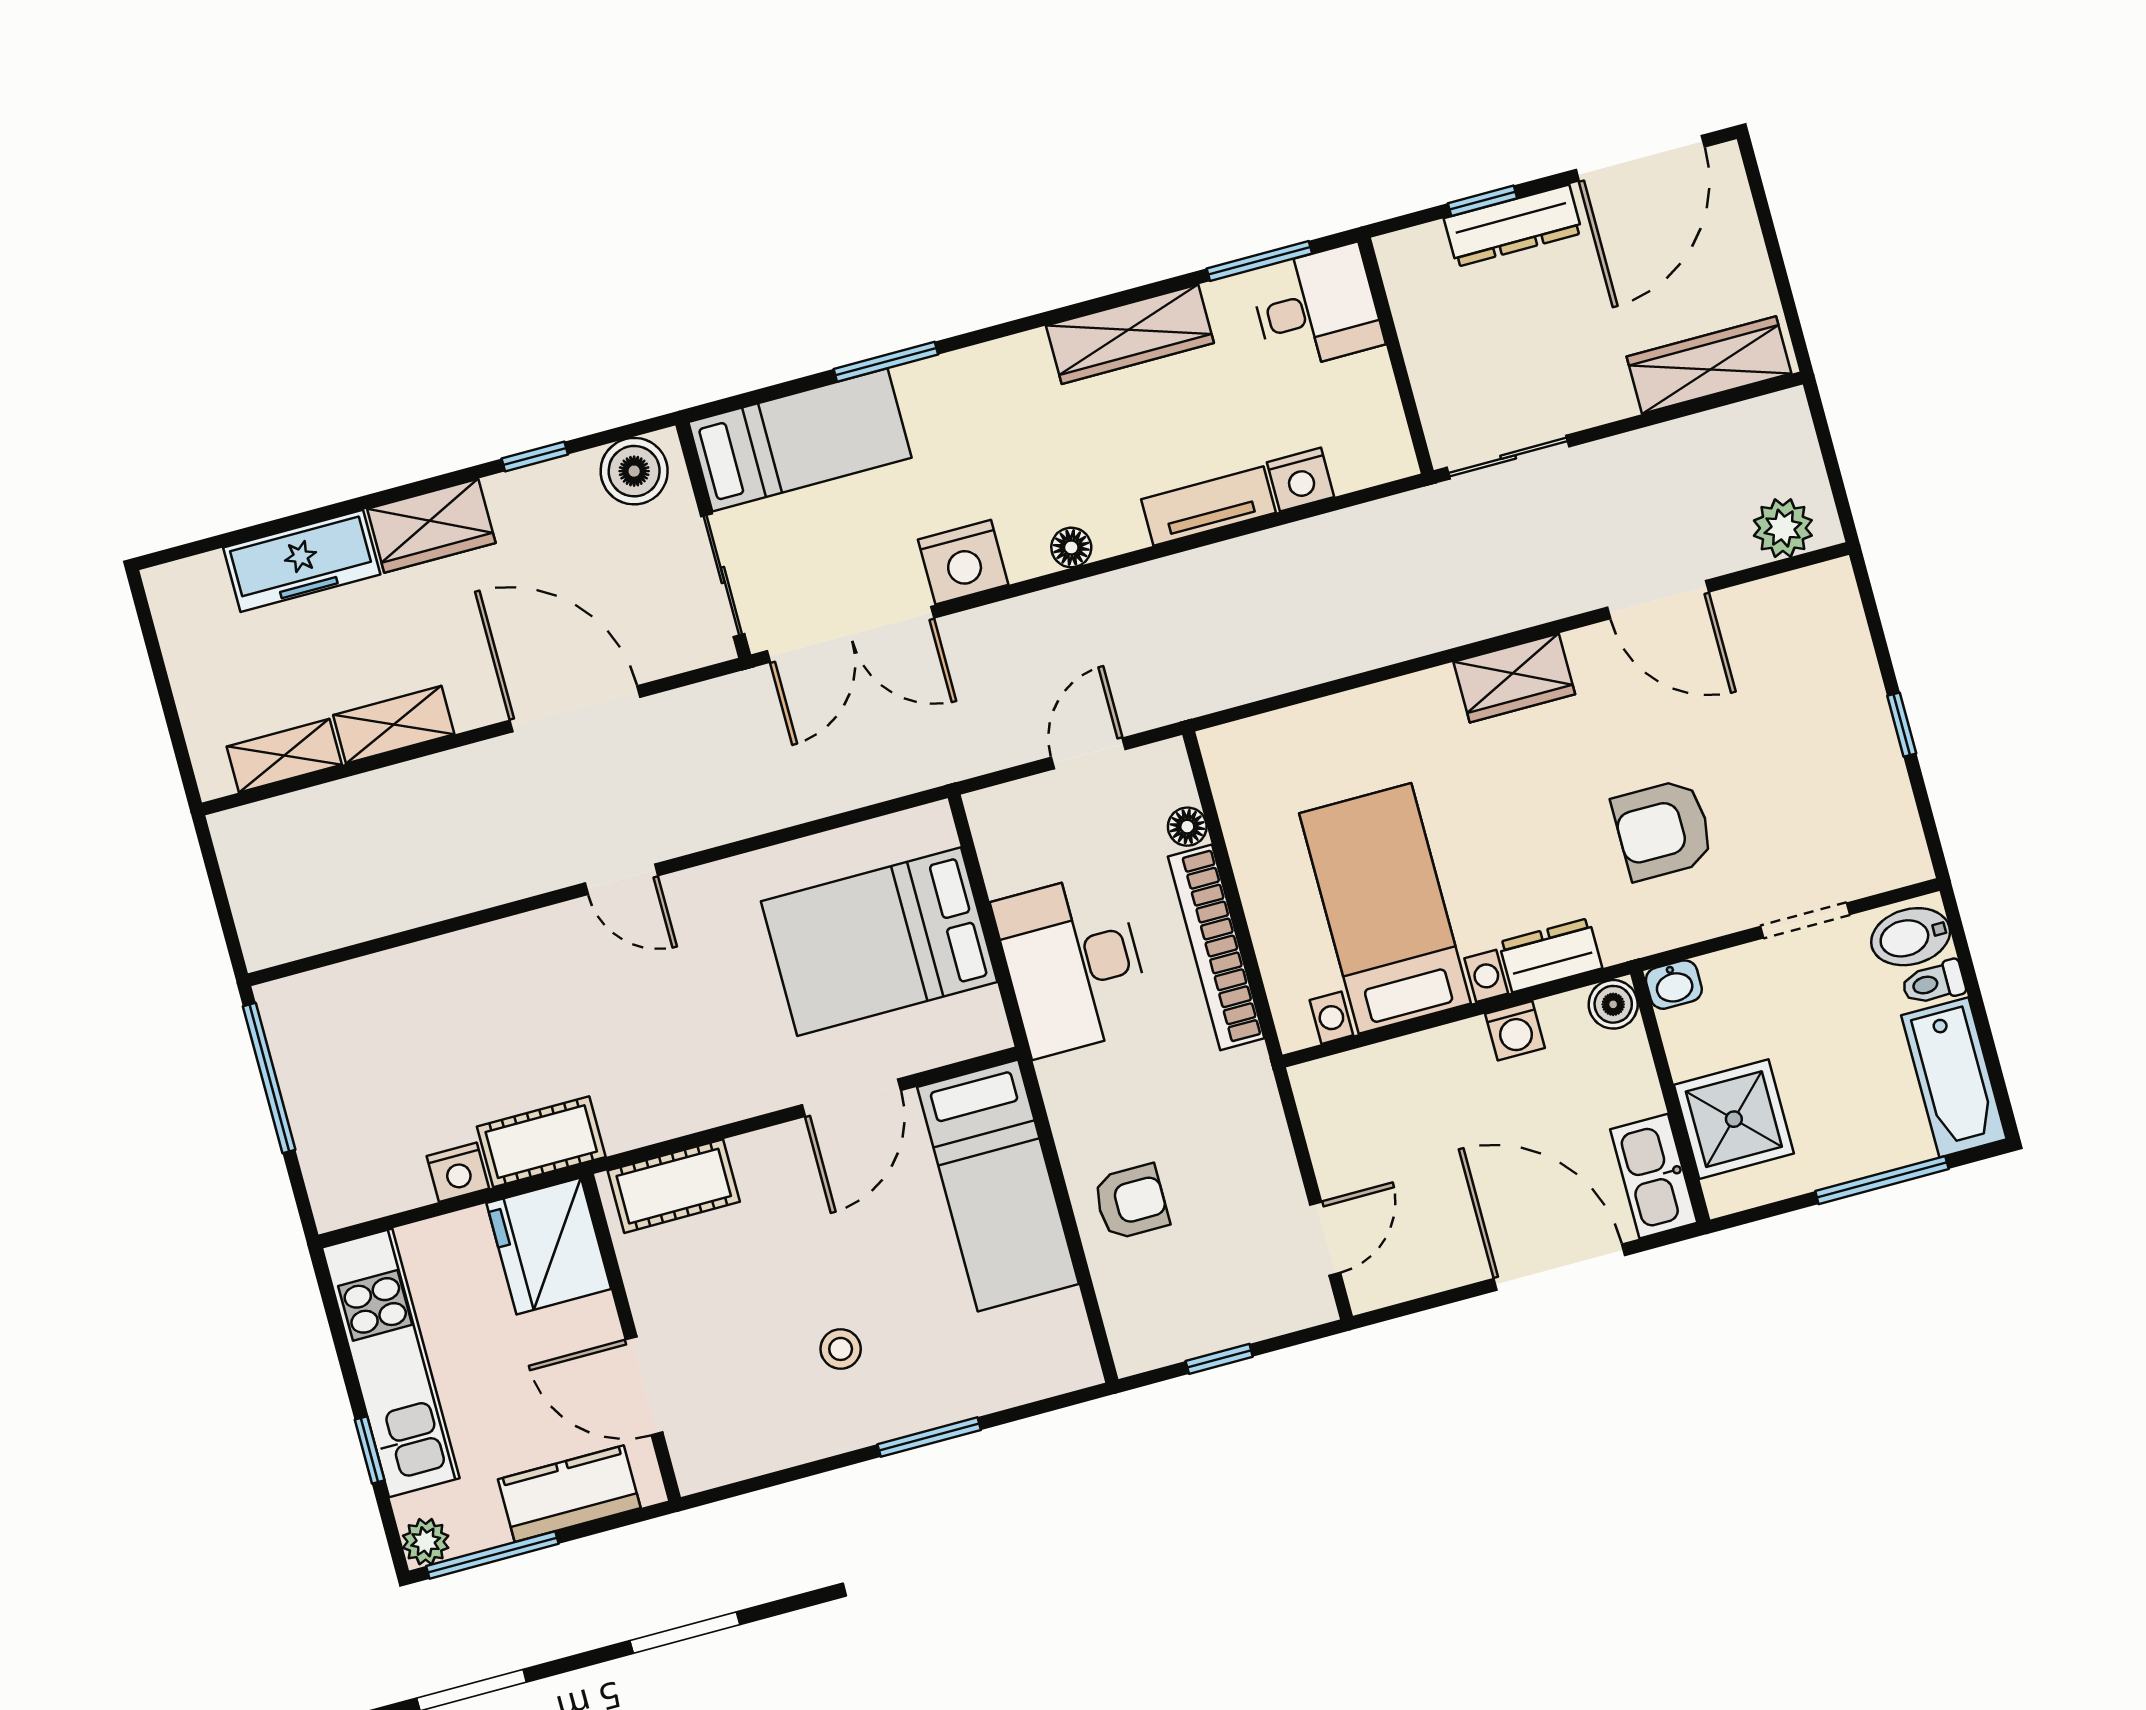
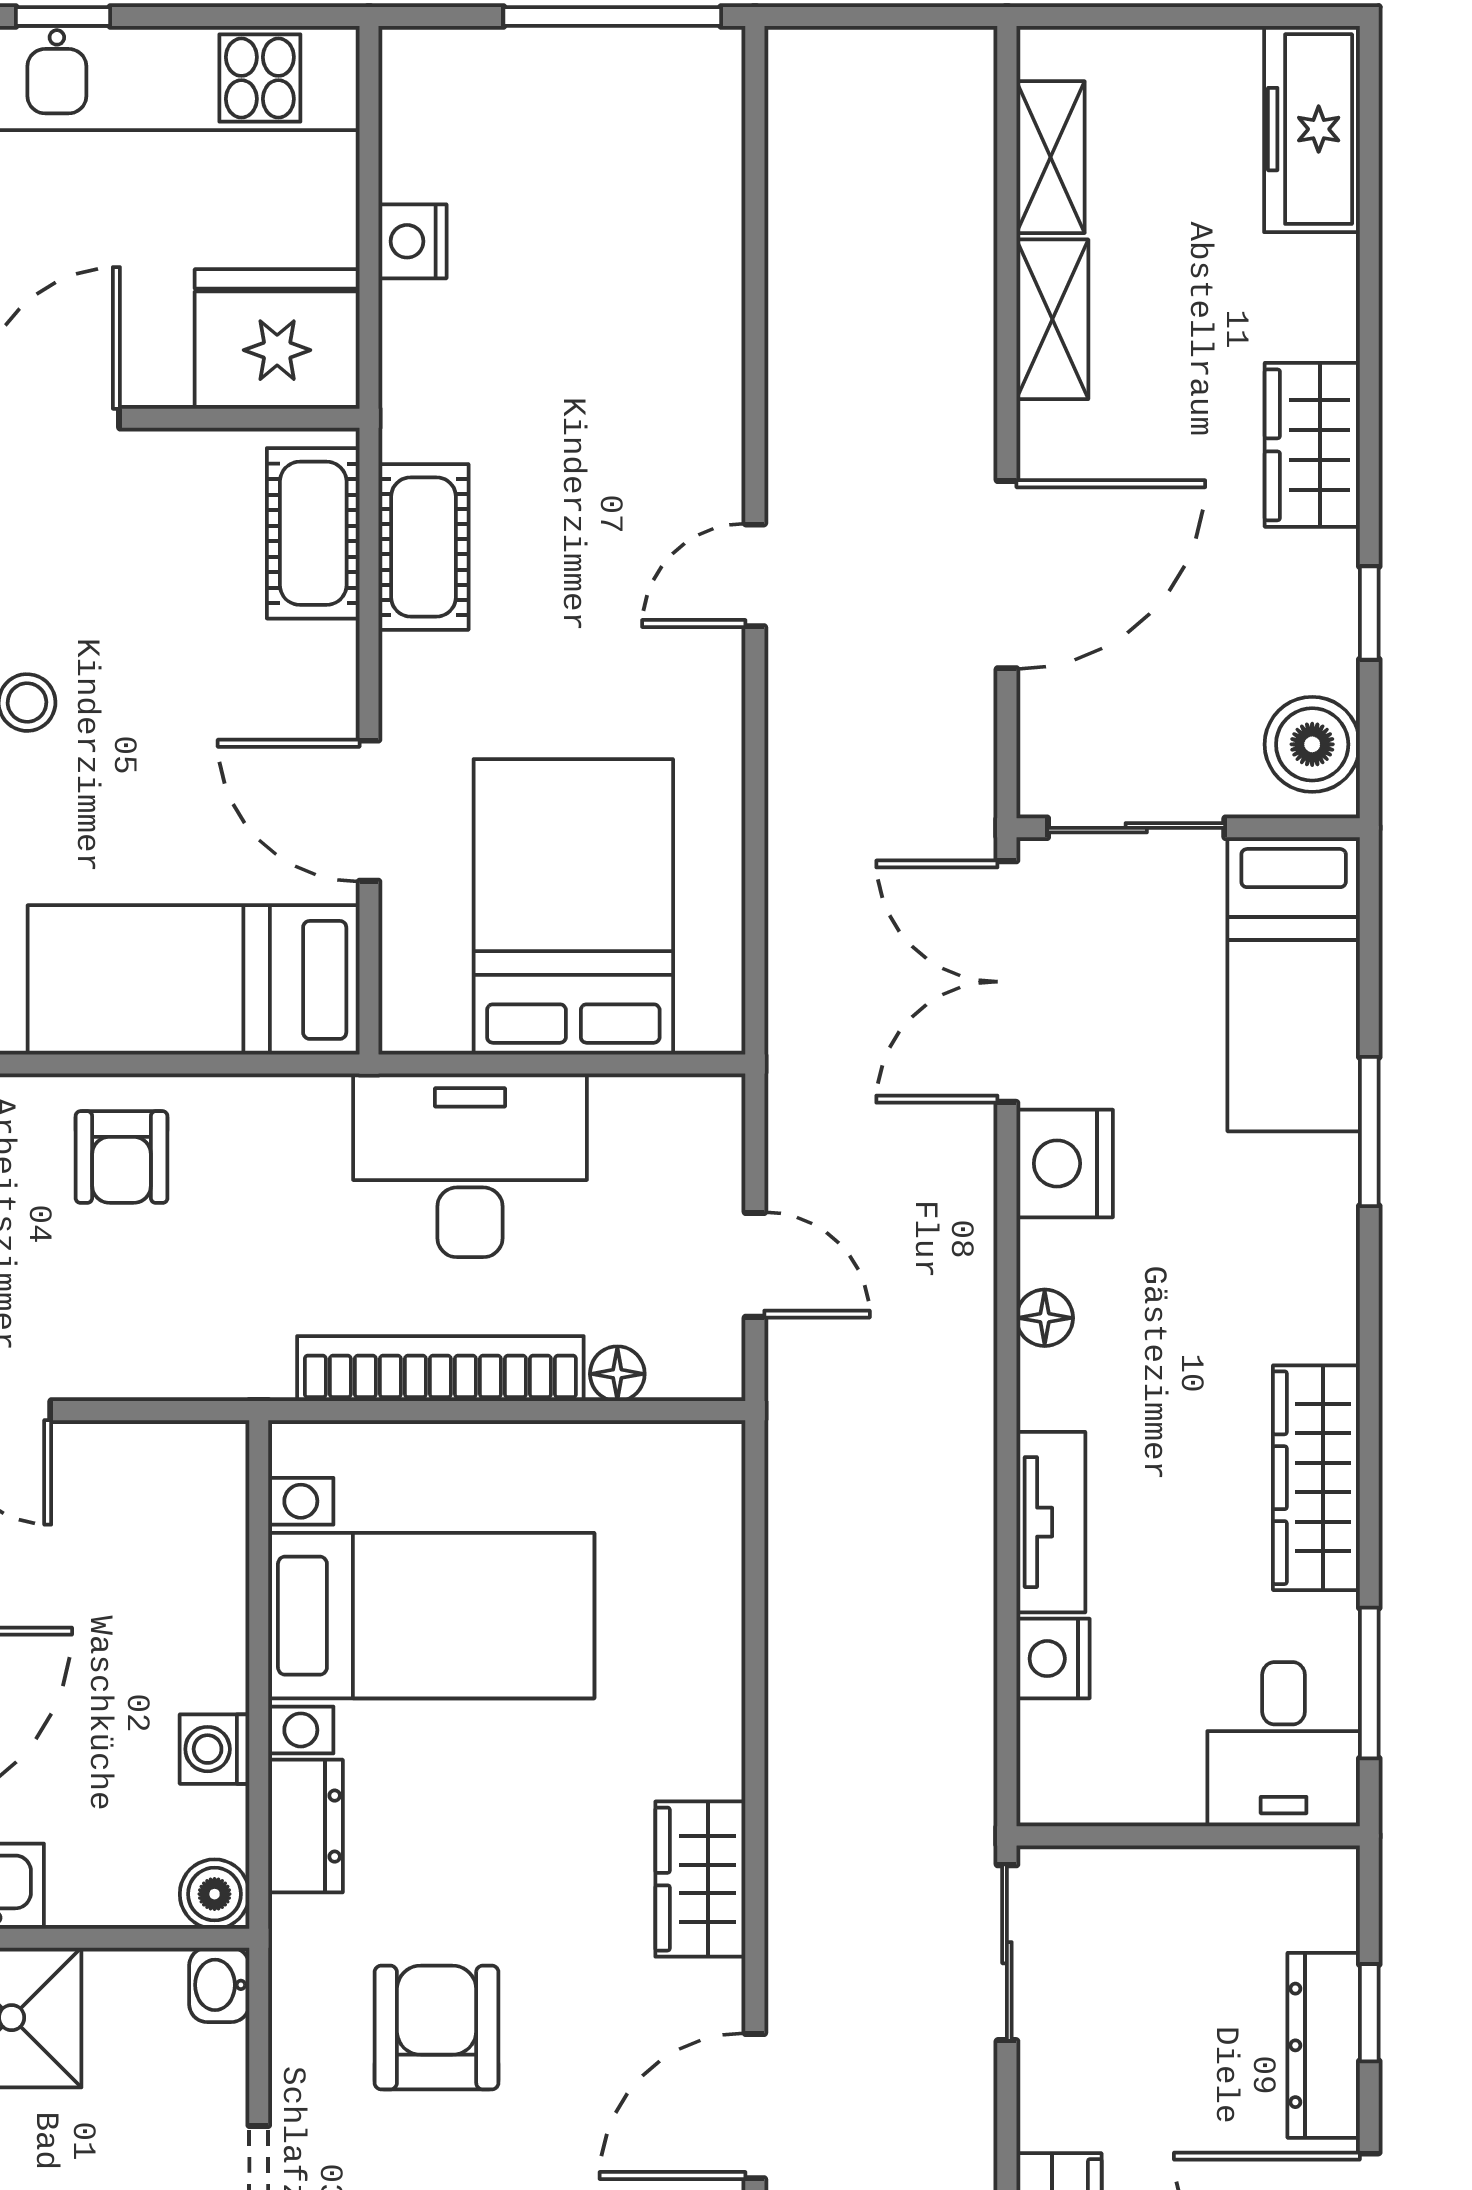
freezer: (302, 561) -> (1312, 129), moved
cot: (541, 1142) -> (423, 547), moved

